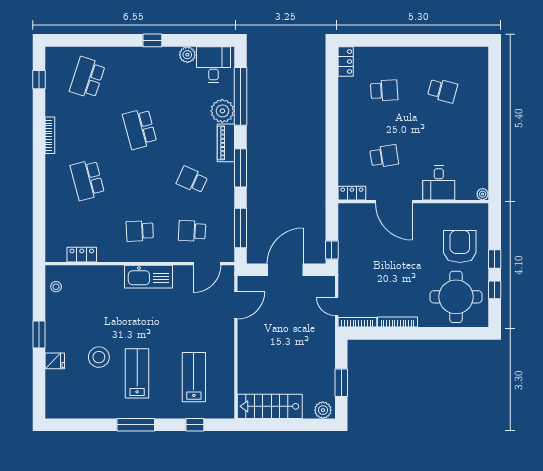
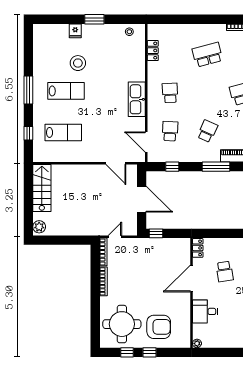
window: (240, 228) -> (172, 167), width x0.46
window: (341, 383) -> (59, 240), removed

